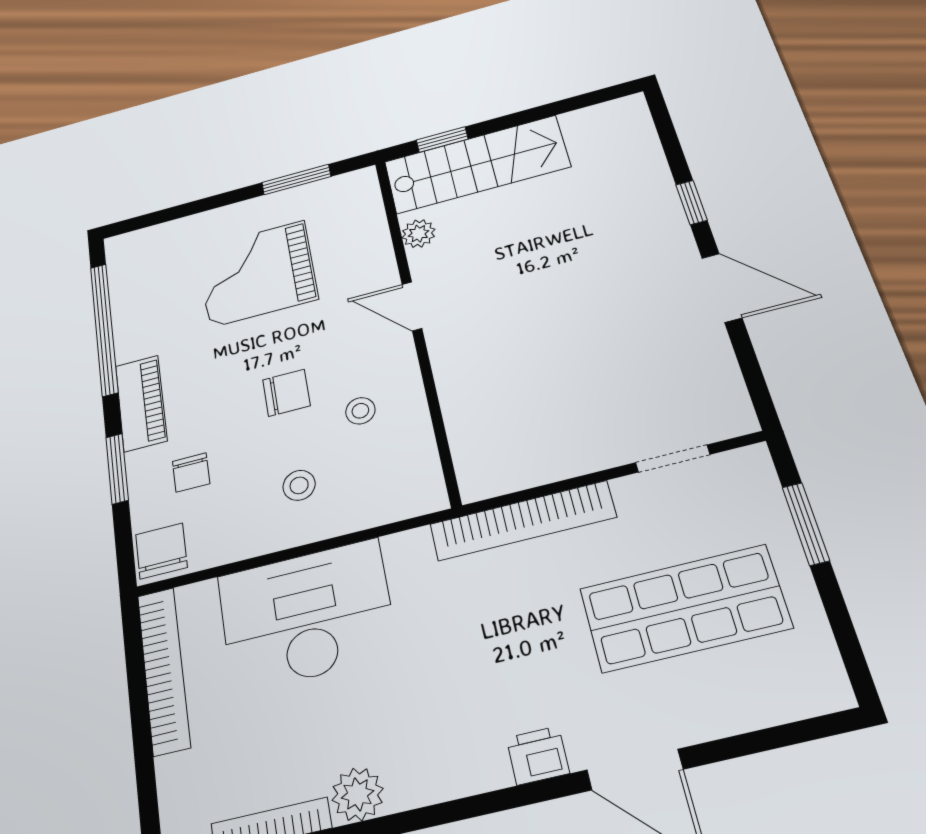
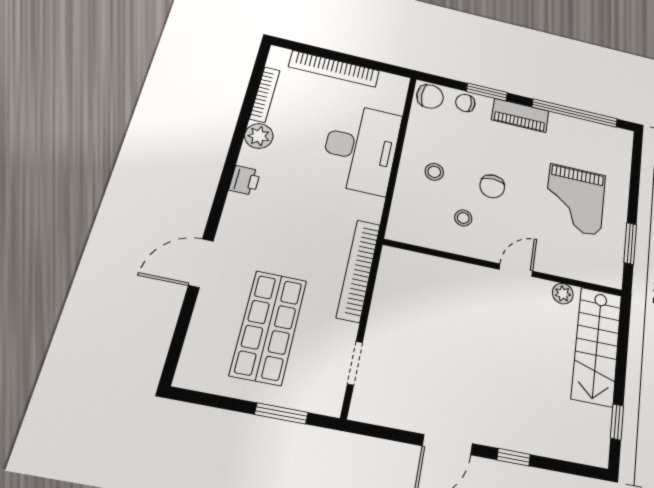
window: (442, 140) -> (617, 422), moved
grand piano: (257, 274) -> (575, 200), turned 180
chair: (191, 472) -> (465, 103), moved
bookcase: (164, 670) -> (334, 69), moved
printer: (538, 756) -> (245, 180), moved

